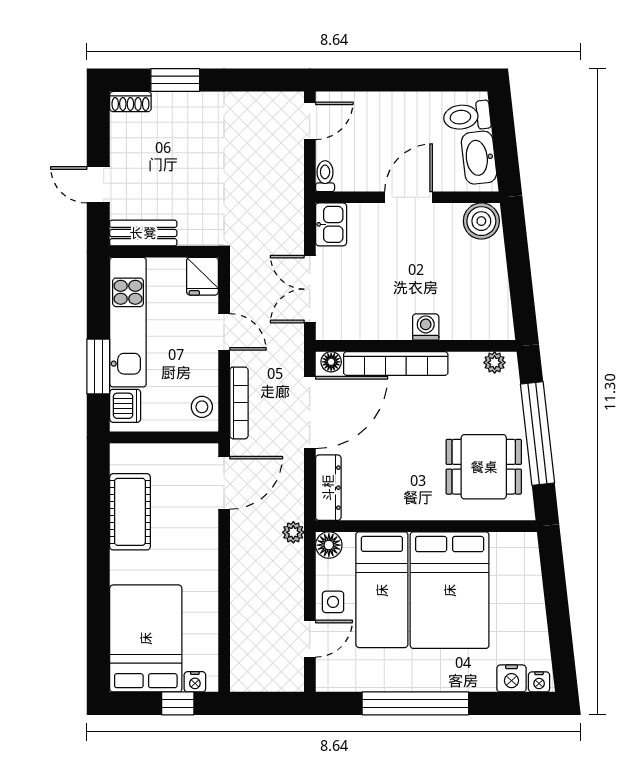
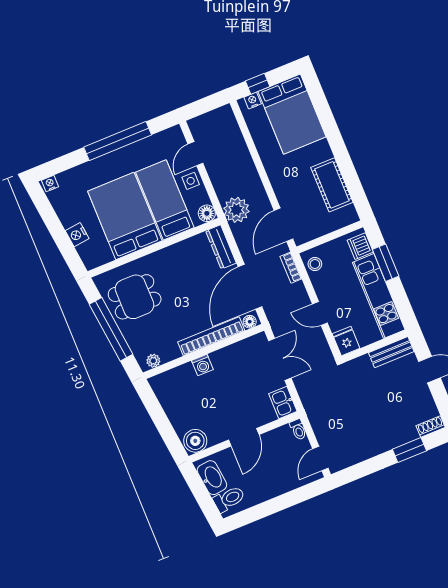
bookcase: (239, 403) -> (291, 268), width x0.64
plant: (293, 532) -> (236, 210), width x1.88, depth x1.88
nightstand: (511, 678) -> (77, 235), moved, turned -96

